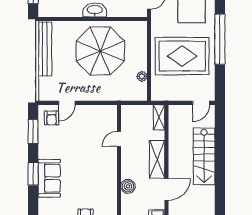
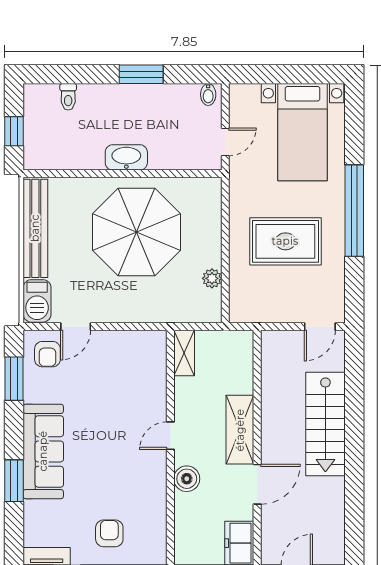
rug: (182, 56) -> (285, 241), width x0.73, depth x0.69
barbecue: (46, 89) -> (37, 301), added
shelving: (159, 117) -> (184, 353), moved
door: (119, 139) -> (170, 436), moved
window: (33, 174) -> (14, 481), moved
sofa: (49, 178) -> (43, 451), width x1.36

